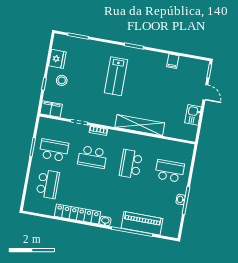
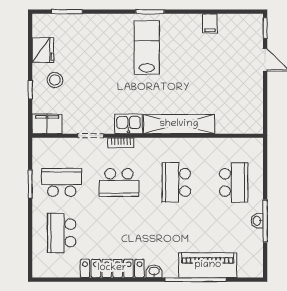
lab bench: (116, 76) -> (147, 47), moved, turned 180
kitchen sink: (193, 115) -> (129, 124), moved, turned 90
school desk: (169, 171) -> (234, 182), turned 90
school desk: (48, 184) -> (62, 233), turned 180

